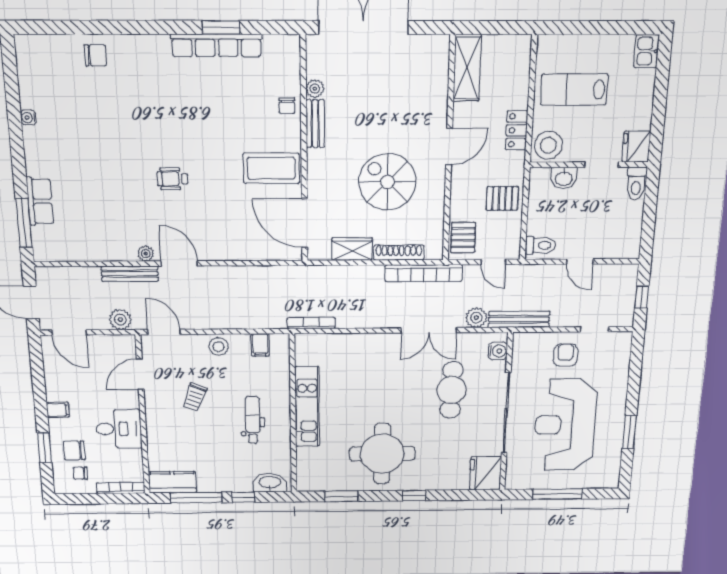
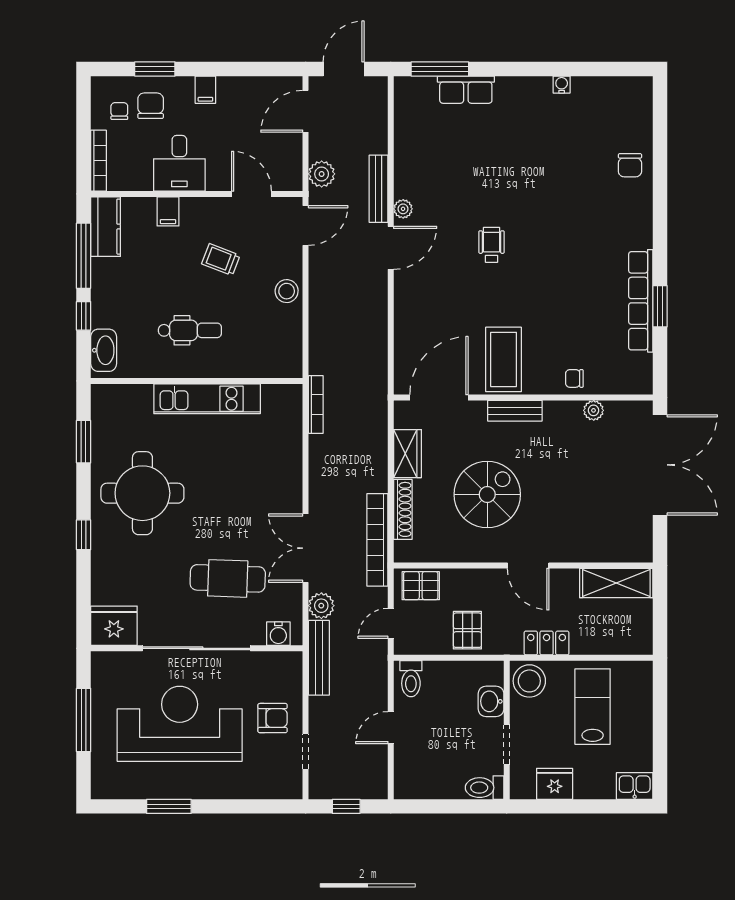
bench: (315, 124) -> (515, 411), moved
fridge: (636, 147) -> (555, 784), moved
filing cabinet: (260, 345) -> (168, 211), moved, turned -90

